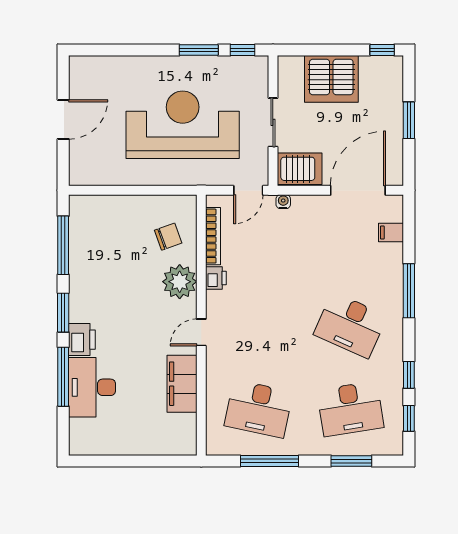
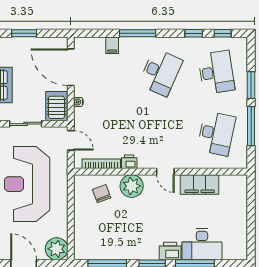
plant: (85, 169) -> (57, 249), added
water cooler: (283, 202) -> (78, 102), moved
filing cabinet: (391, 233) -> (112, 45), moved
window: (351, 461) -> (251, 85), moved

